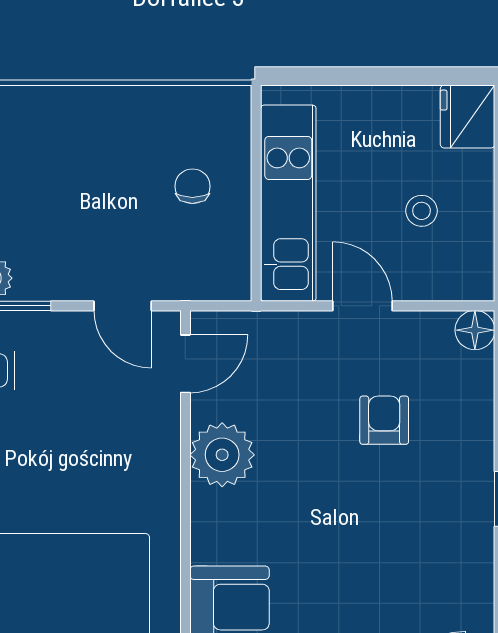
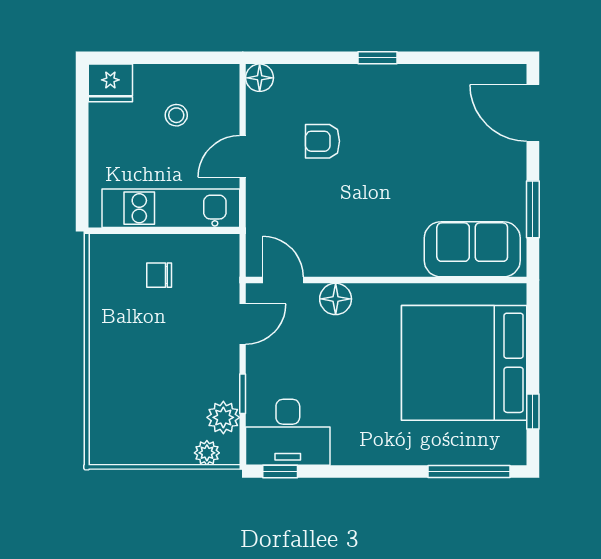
floor lamp: (158, 439) -> (336, 299), added
plant: (222, 455) -> (347, 254), removed

